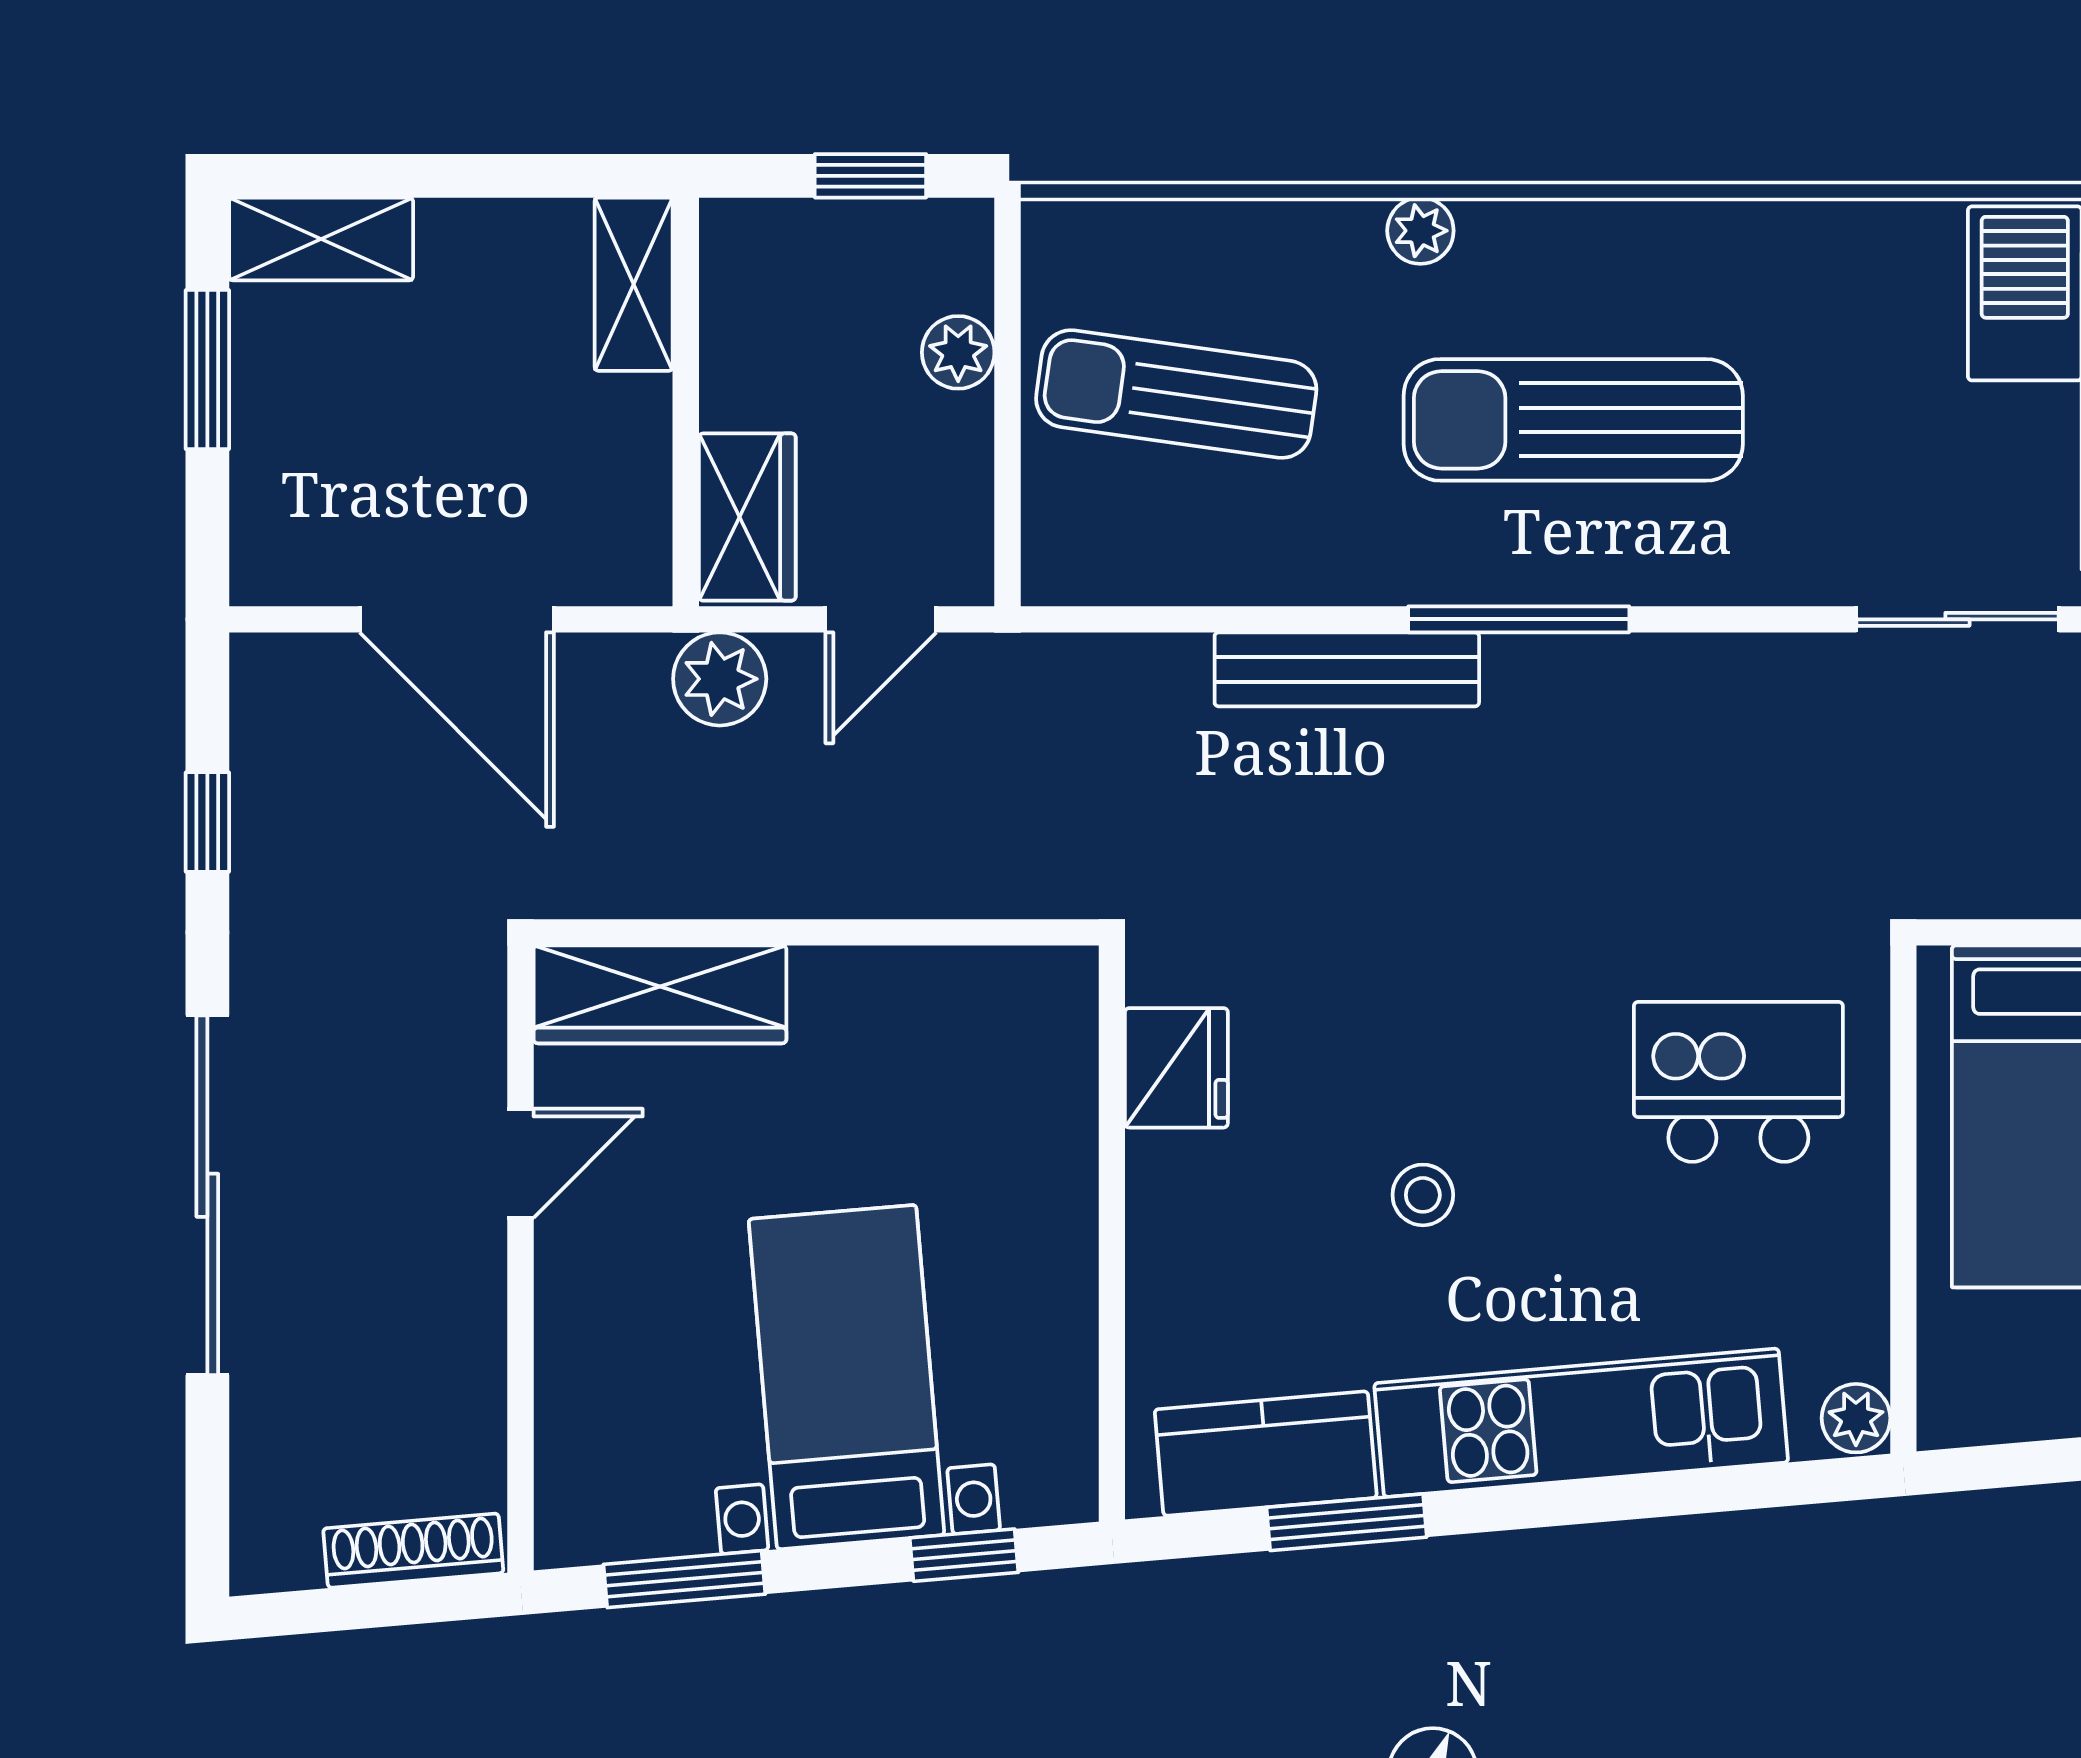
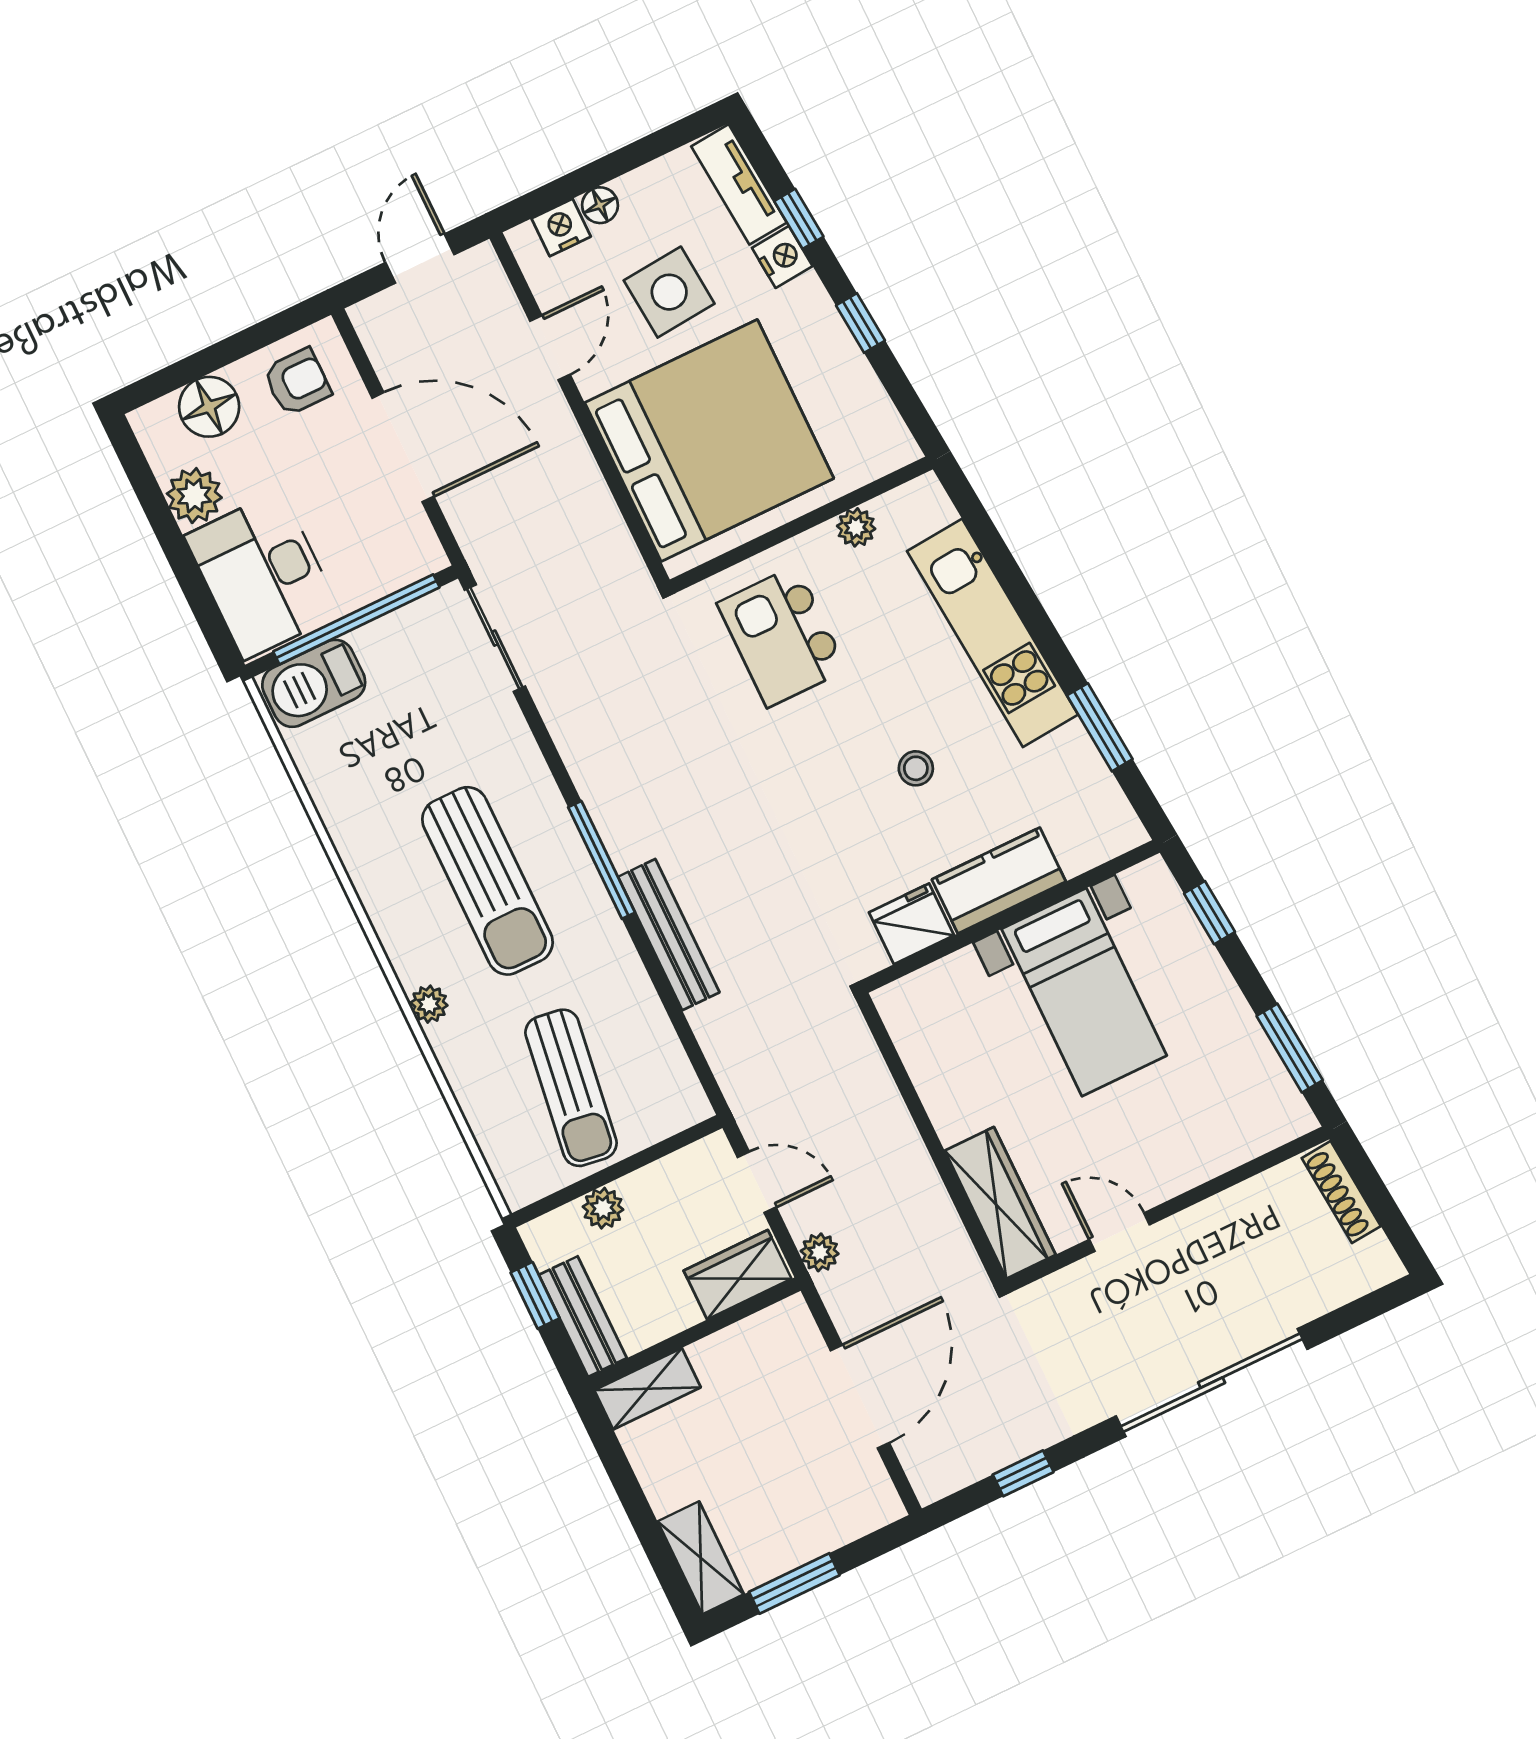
bench: (800, 236) -> (583, 1317), added
plant: (720, 679) -> (820, 1252), width x0.73, depth x0.73
bed with nightstands: (846, 1377) -> (1084, 992), moved, turned -85
plant: (1856, 1418) -> (856, 527), moved
kitchen counter: (1266, 1454) -> (999, 881), moved, turned 95

